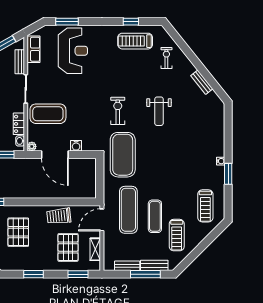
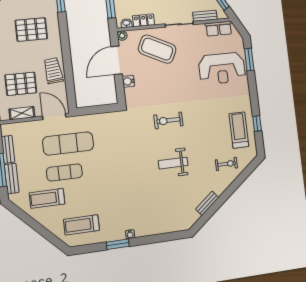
exercise bike: (118, 111) -> (168, 120), turned 180
coffee table: (48, 114) -> (157, 49), turned -64
exercise mat: (123, 155) -> (125, 131), removed

